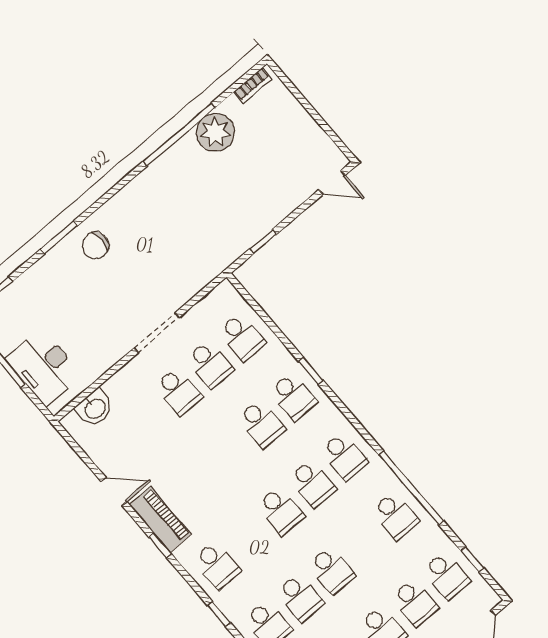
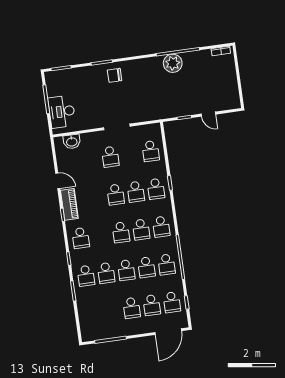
plant: (215, 132) -> (173, 63), moved
door: (332, 183) -> (208, 114), moved
school desk: (210, 364) -> (116, 195), moved
school desk: (363, 543) -> (146, 267), added

